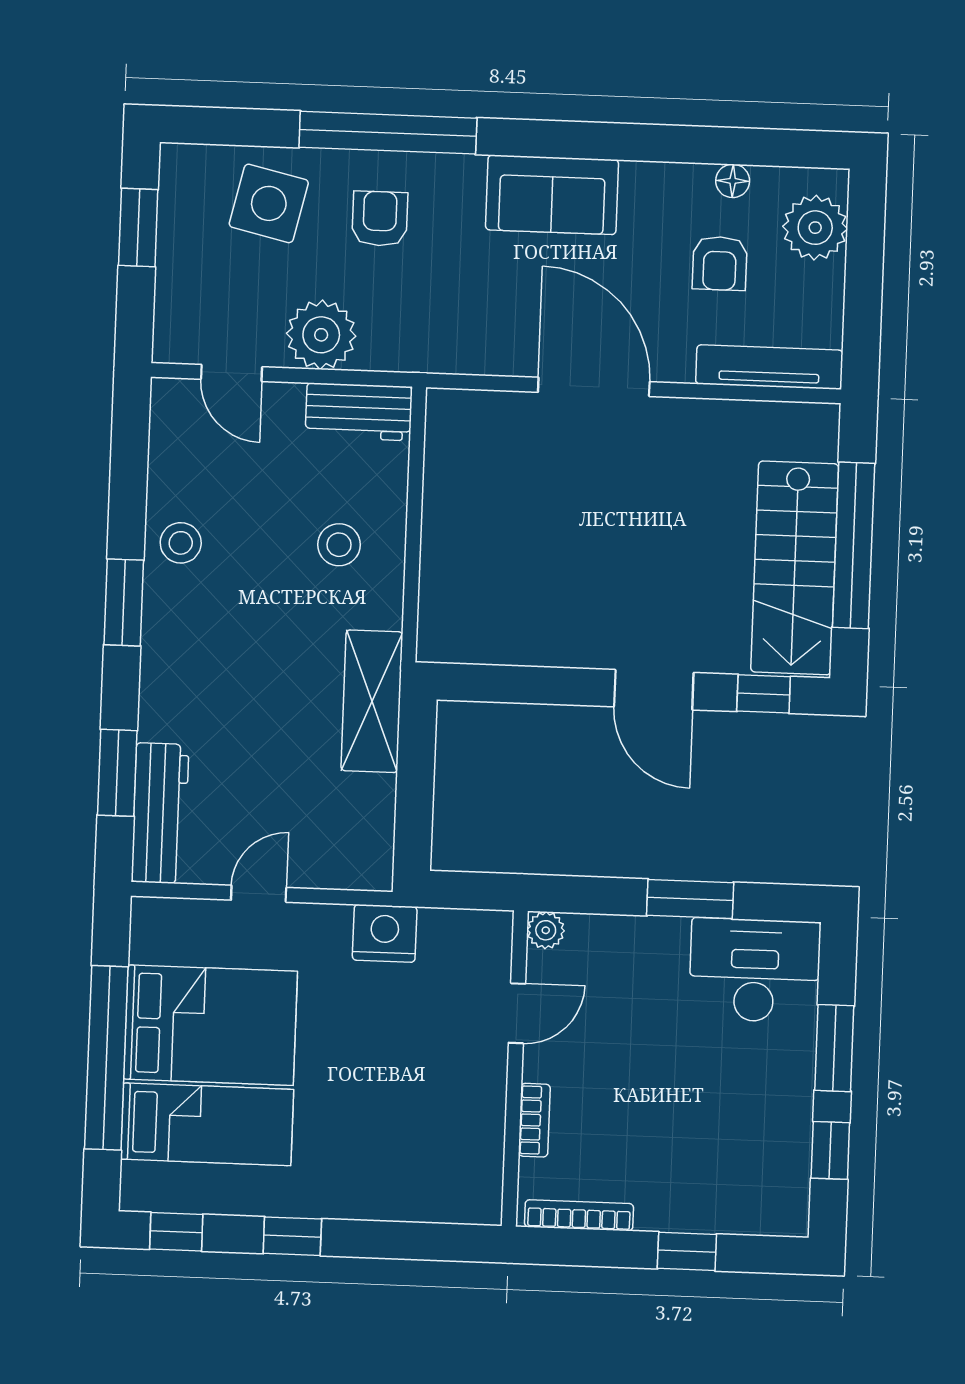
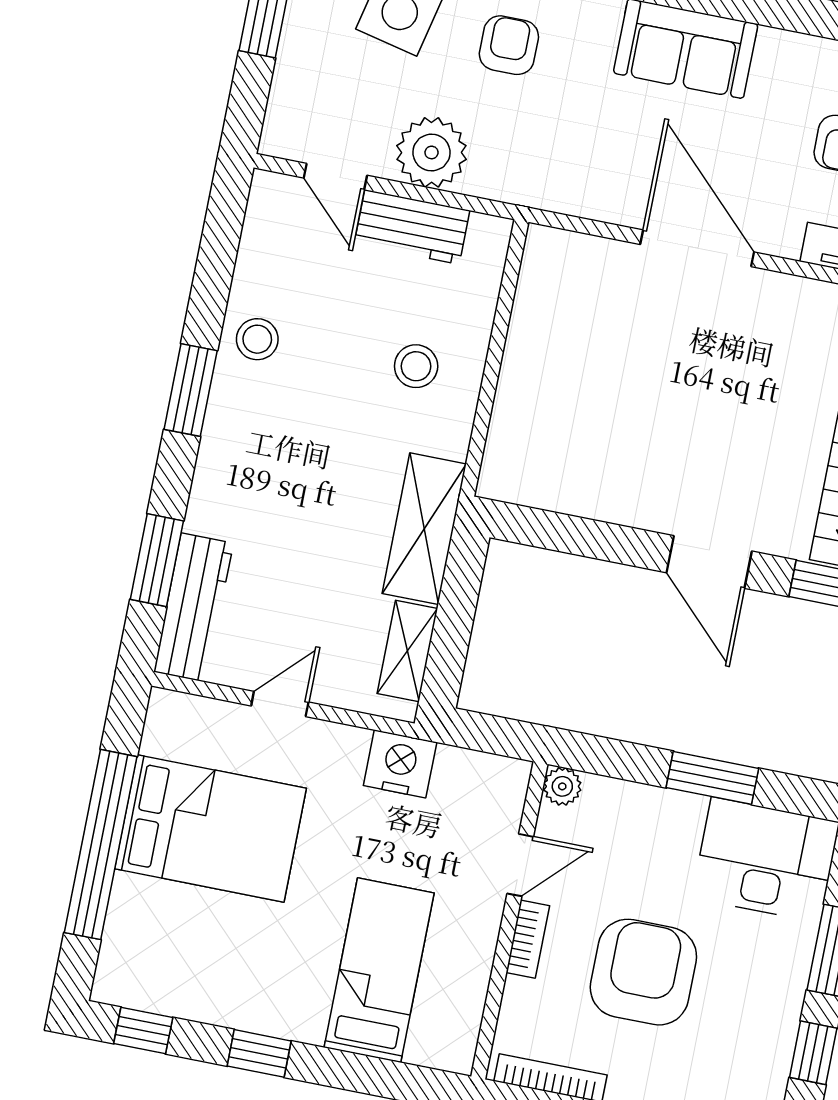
workbench: (359, 412) -> (412, 227), moved
shelving: (374, 823) -> (407, 651), added
armchair: (653, 1098) -> (643, 972), added
bookcase: (534, 1120) -> (528, 939), moved
bed: (207, 1124) -> (379, 970), moved, turned -90

